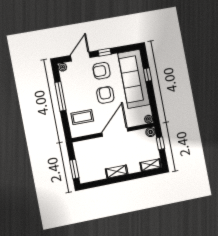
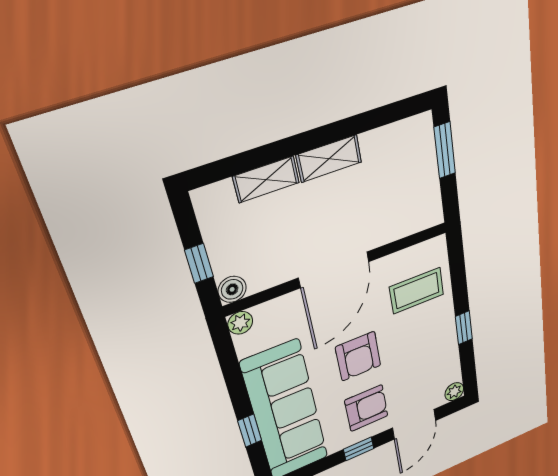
window: (60, 96) -> (464, 328), width x0.46
shelving: (151, 165) -> (266, 180), moved

